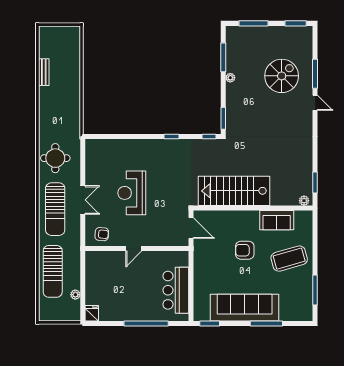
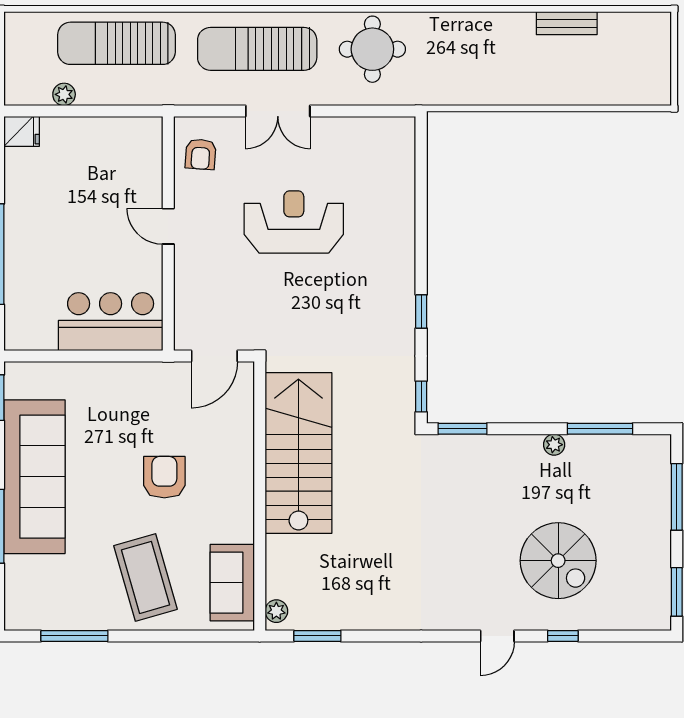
window: (315, 74) -> (563, 636), width x0.46
sofa: (277, 220) -> (232, 583), moved
bar counter: (176, 290) -> (111, 322), moved

